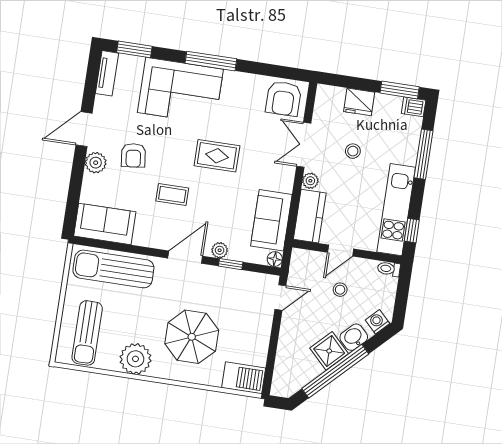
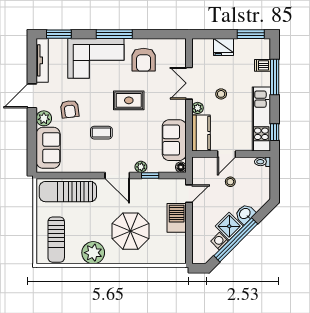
tv unit: (107, 73) -> (42, 60), width x1.41
armchair: (284, 99) -> (144, 60), moved
dishwasher: (414, 107) -> (262, 65), moved
stool: (353, 151) -> (221, 94), moved
sofa: (105, 224) -> (48, 148), moved, turned 90
door: (185, 257) -> (117, 175), swing flipped
washing machine: (378, 322) -> (219, 241), moved
barbecue: (244, 378) -> (177, 218), moved, turned -90

